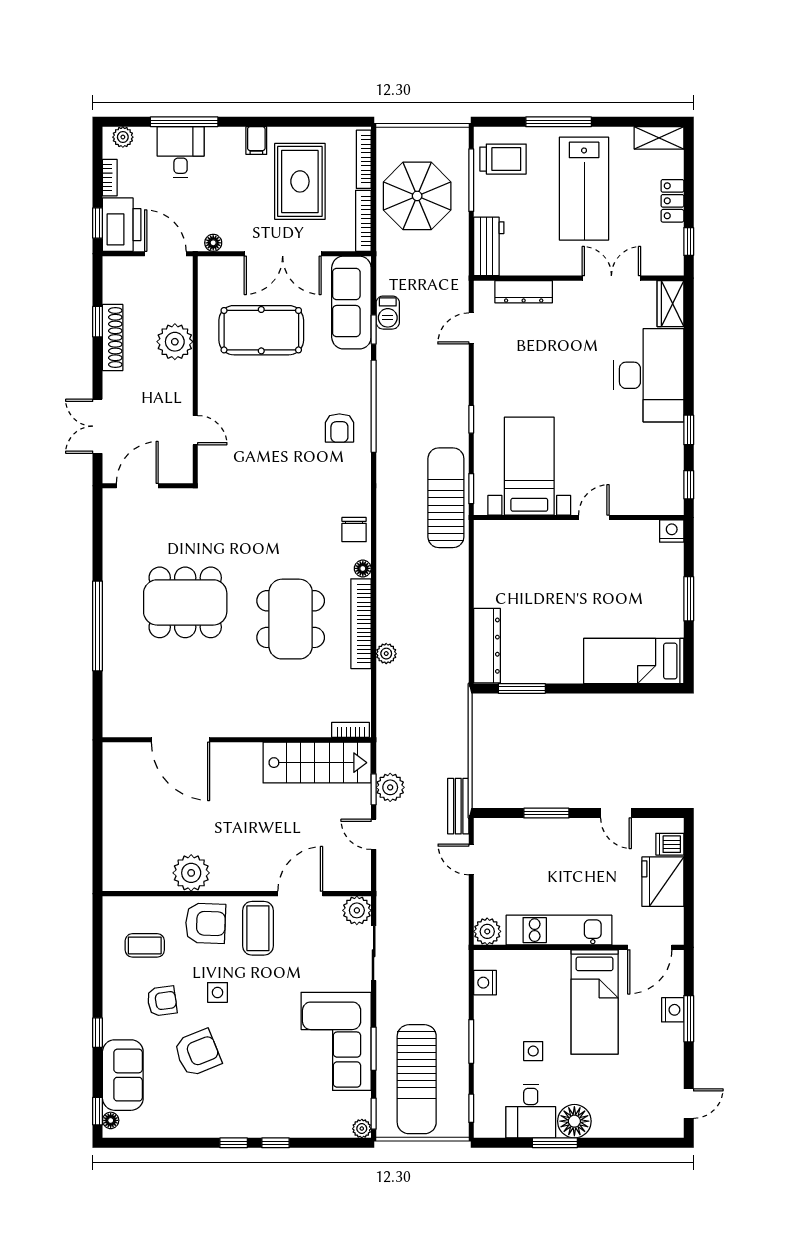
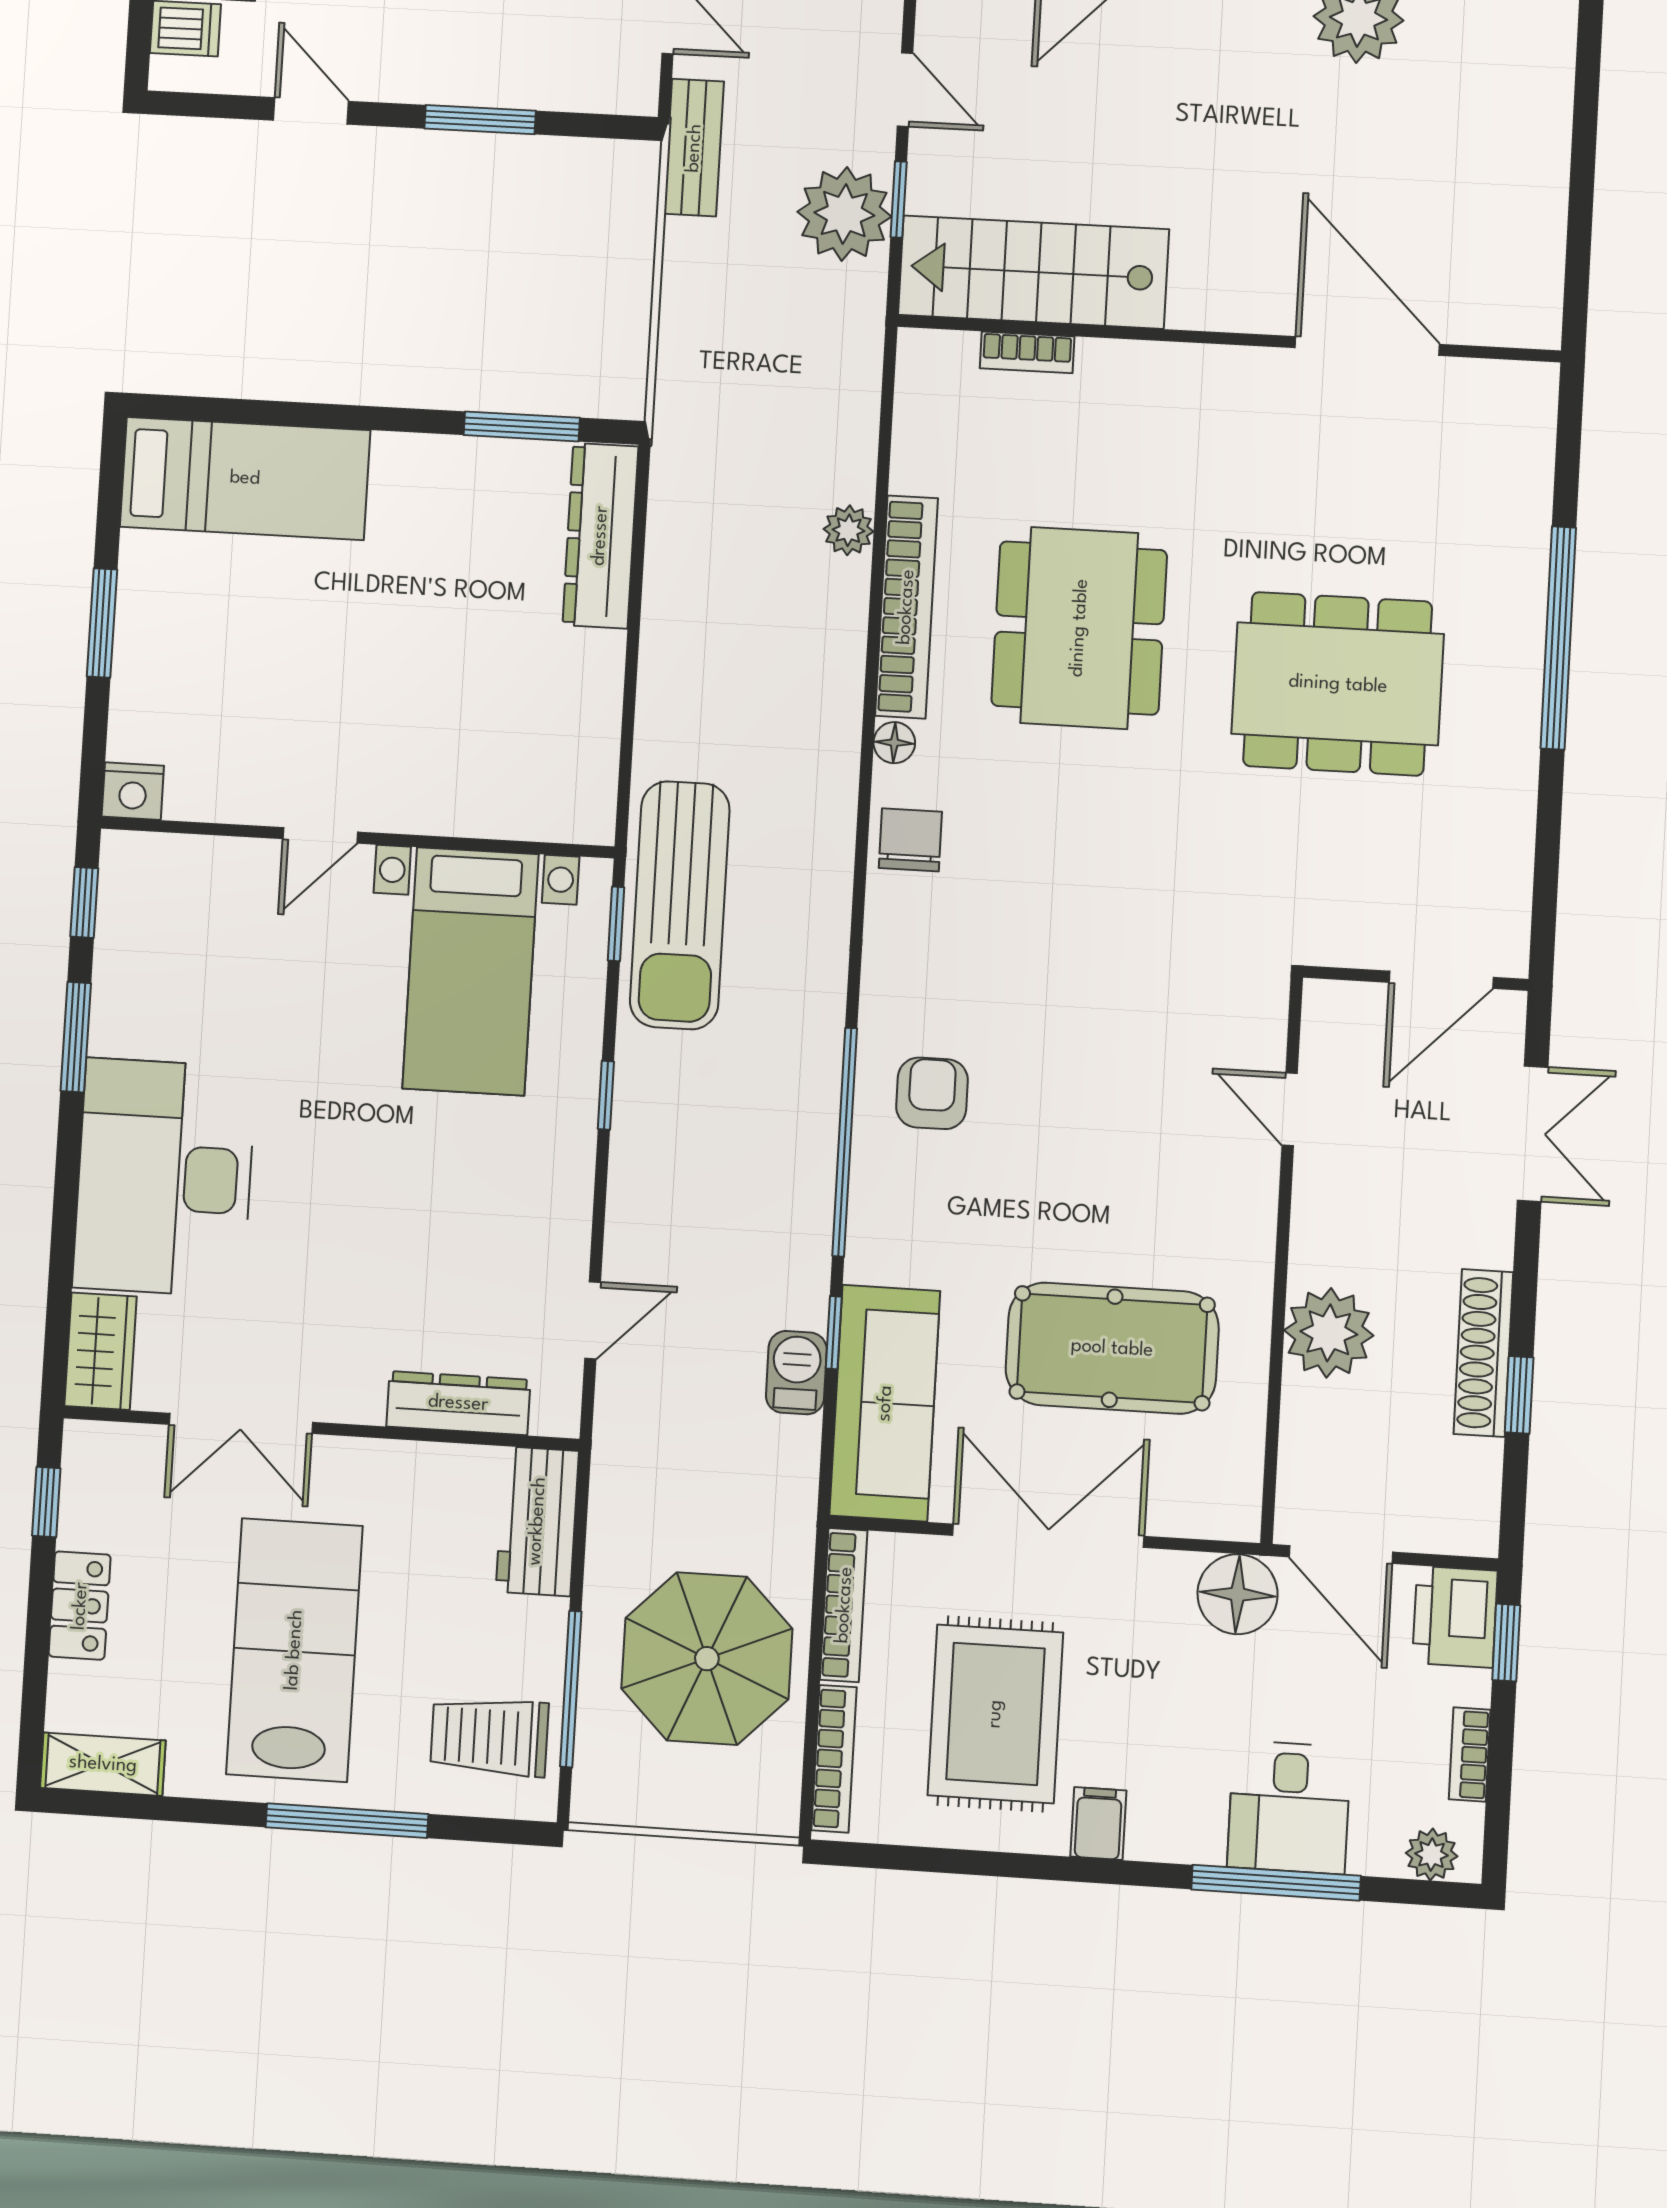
printer: (122, 225) -> (1455, 1617), width x0.73, depth x0.84
floor lamp: (213, 243) -> (1238, 1594), width x1.89, depth x1.89
window: (689, 430) -> (76, 1037), width x1.50
bookcase: (351, 730) -> (1027, 352), moved
plant: (390, 787) -> (844, 214), width x1.36, depth x1.36

